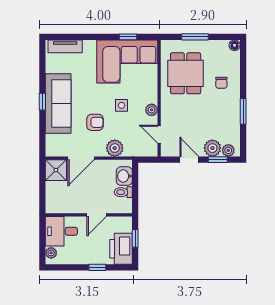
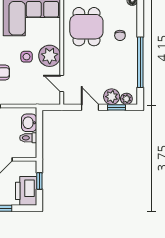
plant: (152, 110) -> (50, 56), width x1.87, depth x1.87
window: (243, 111) -> (140, 62), width x2.11
plant: (115, 148) -> (20, 97), removed

